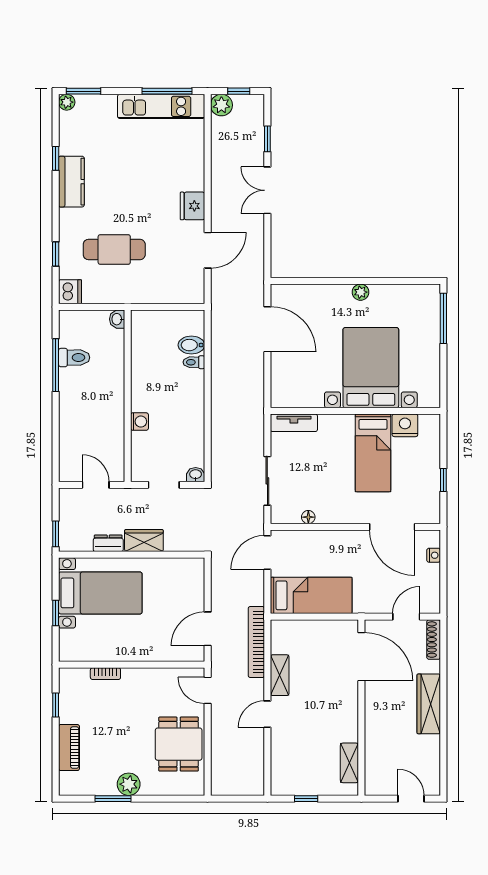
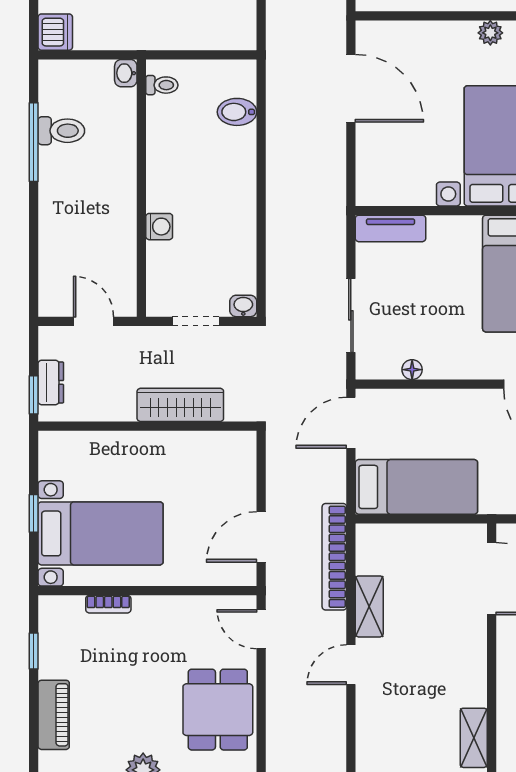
toilet: (194, 362) -> (162, 85), moved, turned 180
wardrobe: (144, 541) -> (180, 405), width x1.50
dresser: (108, 543) -> (51, 382), moved, turned 90
bed with nightstands: (100, 593) -> (101, 533), moved

